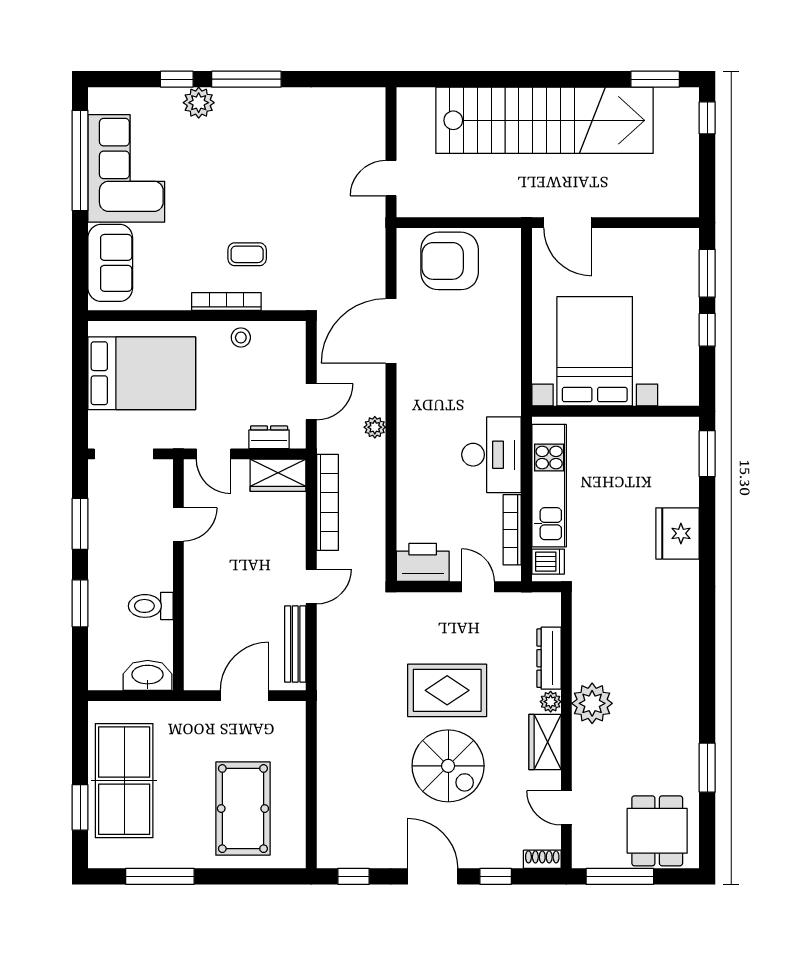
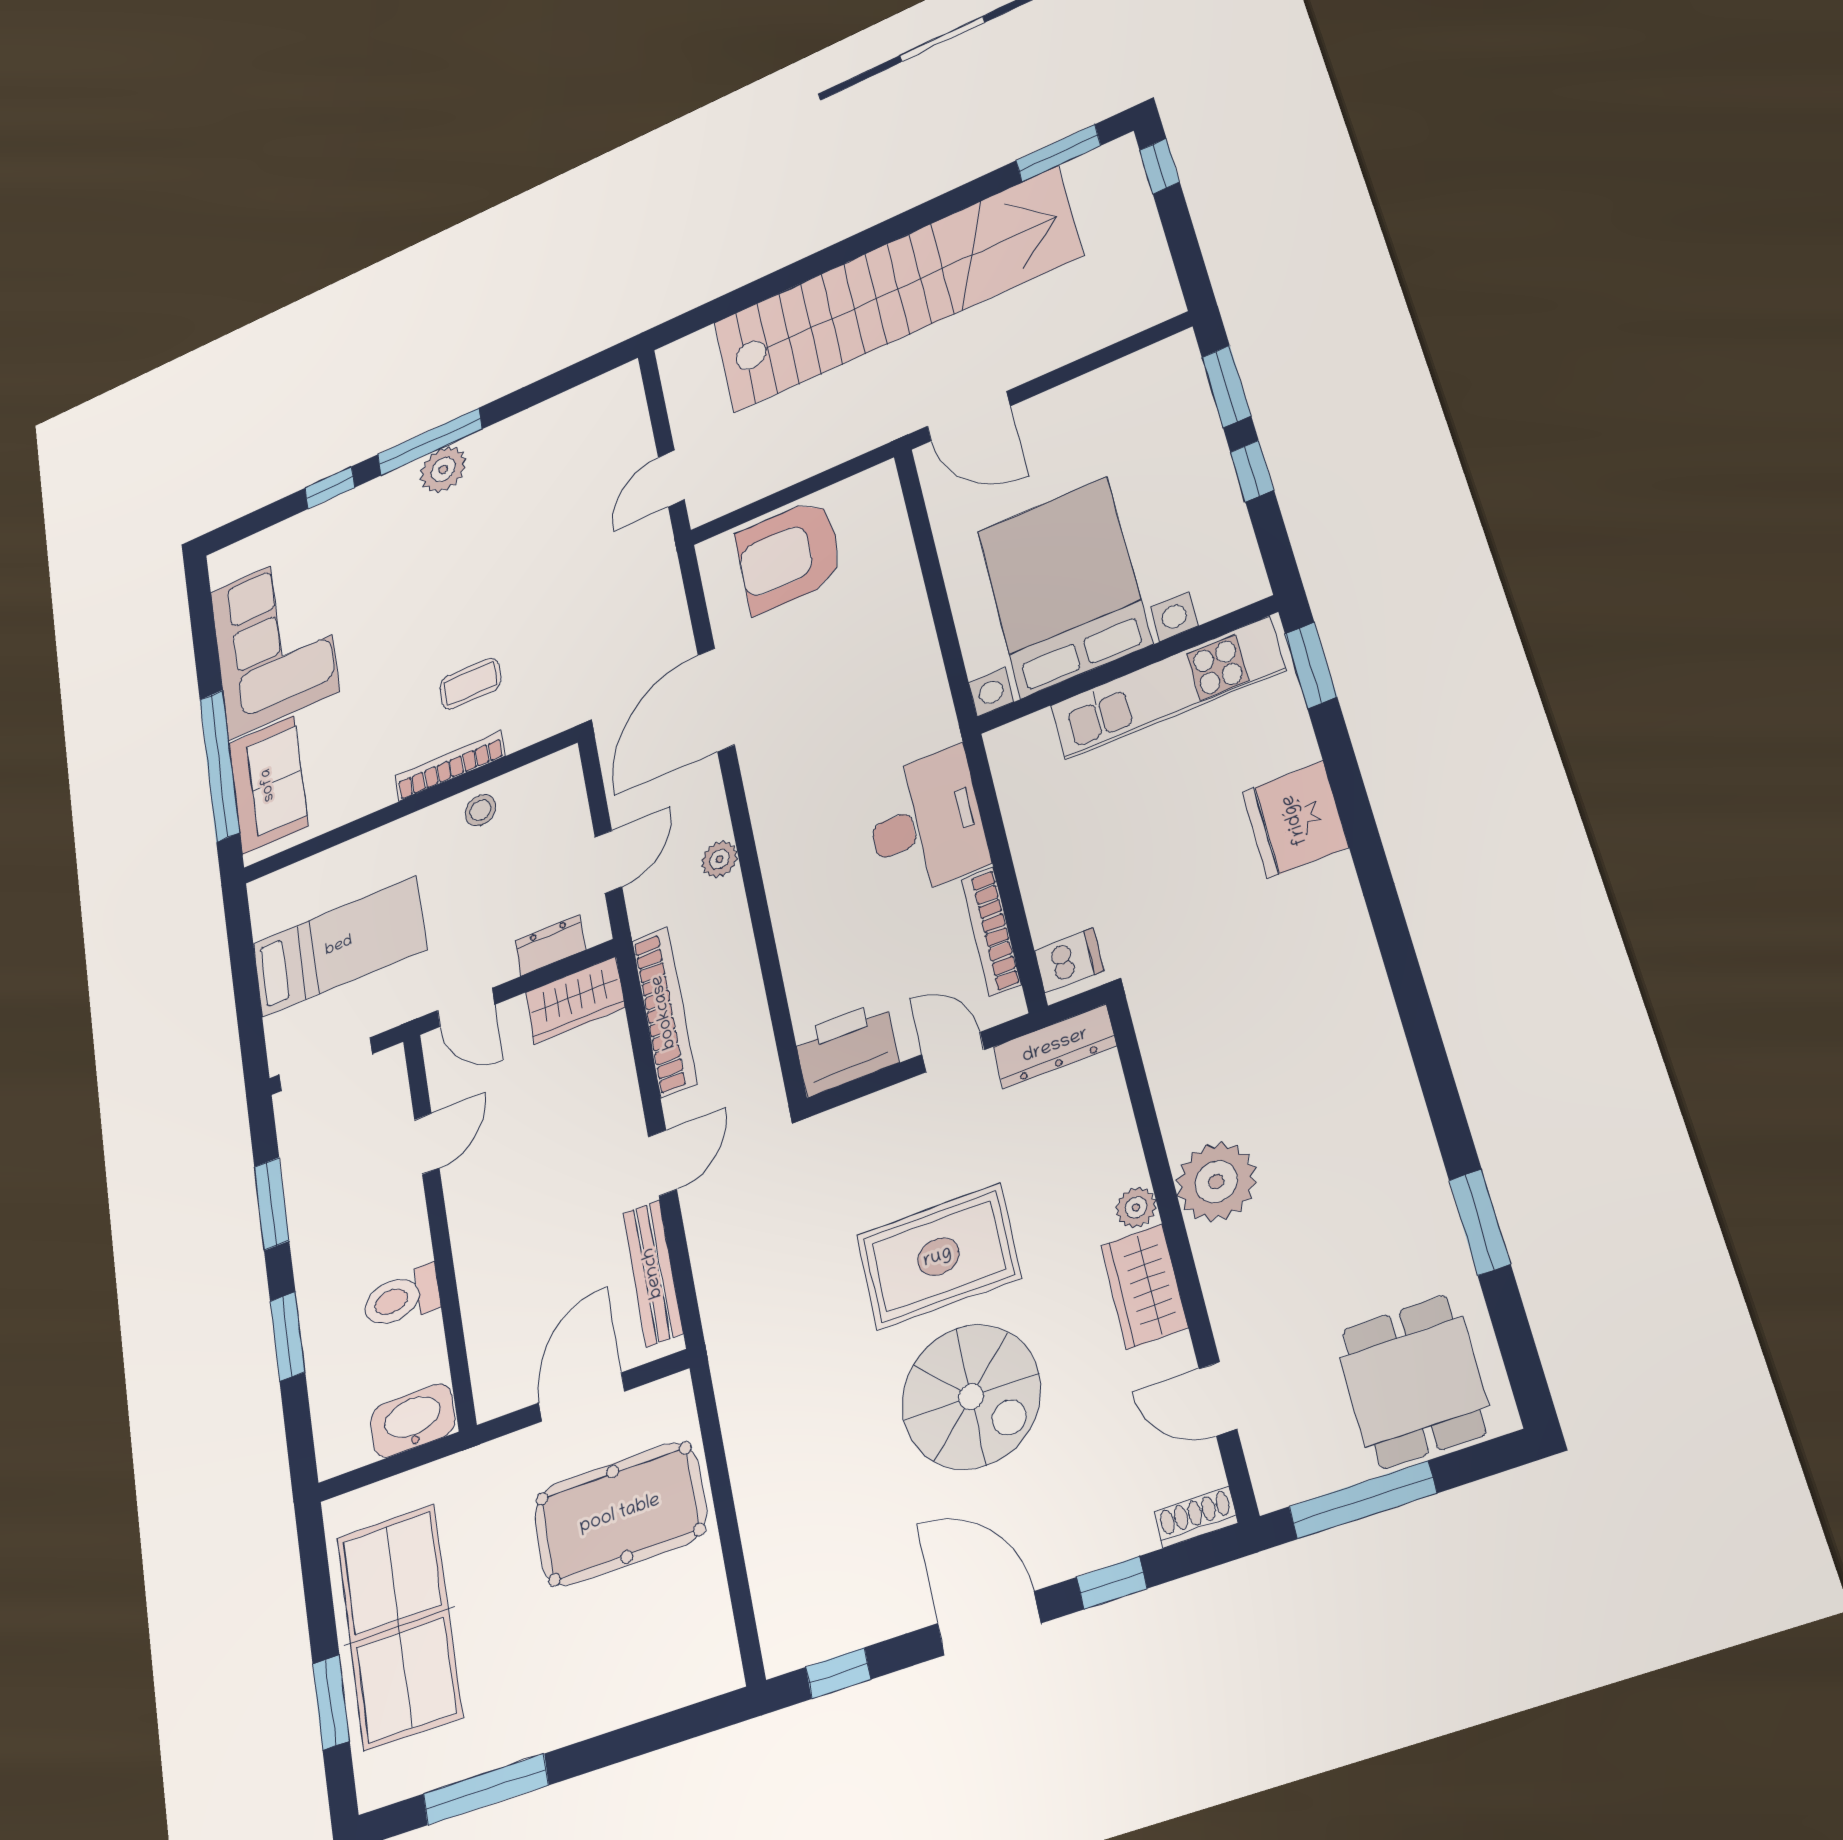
plant: (199, 103) -> (443, 469), moved
window: (80, 160) -> (219, 765), moved
bed: (142, 373) -> (339, 946), width x0.67
kitchen unit: (549, 486) -> (1167, 688), moved, turned 90
dresser: (549, 658) -> (1055, 1046), moved, turned -90
pool table: (243, 809) -> (620, 1514), moved, turned 90

